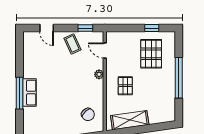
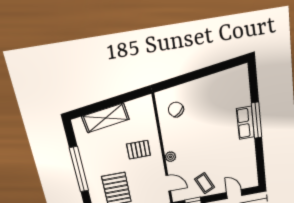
pallet: (125, 86) -> (138, 150), turned 90
shelving: (130, 120) -> (105, 118), moved

